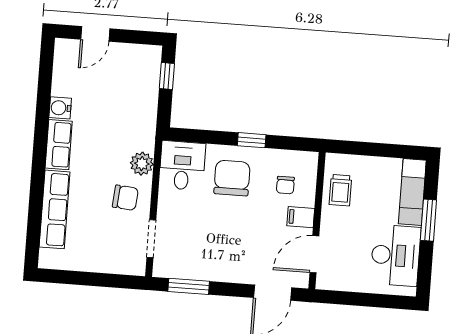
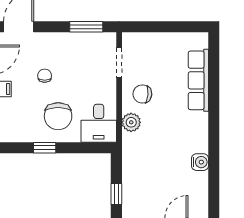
row of seats: (59, 145) -> (199, 133), removed
chair: (285, 185) -> (45, 76), moved

